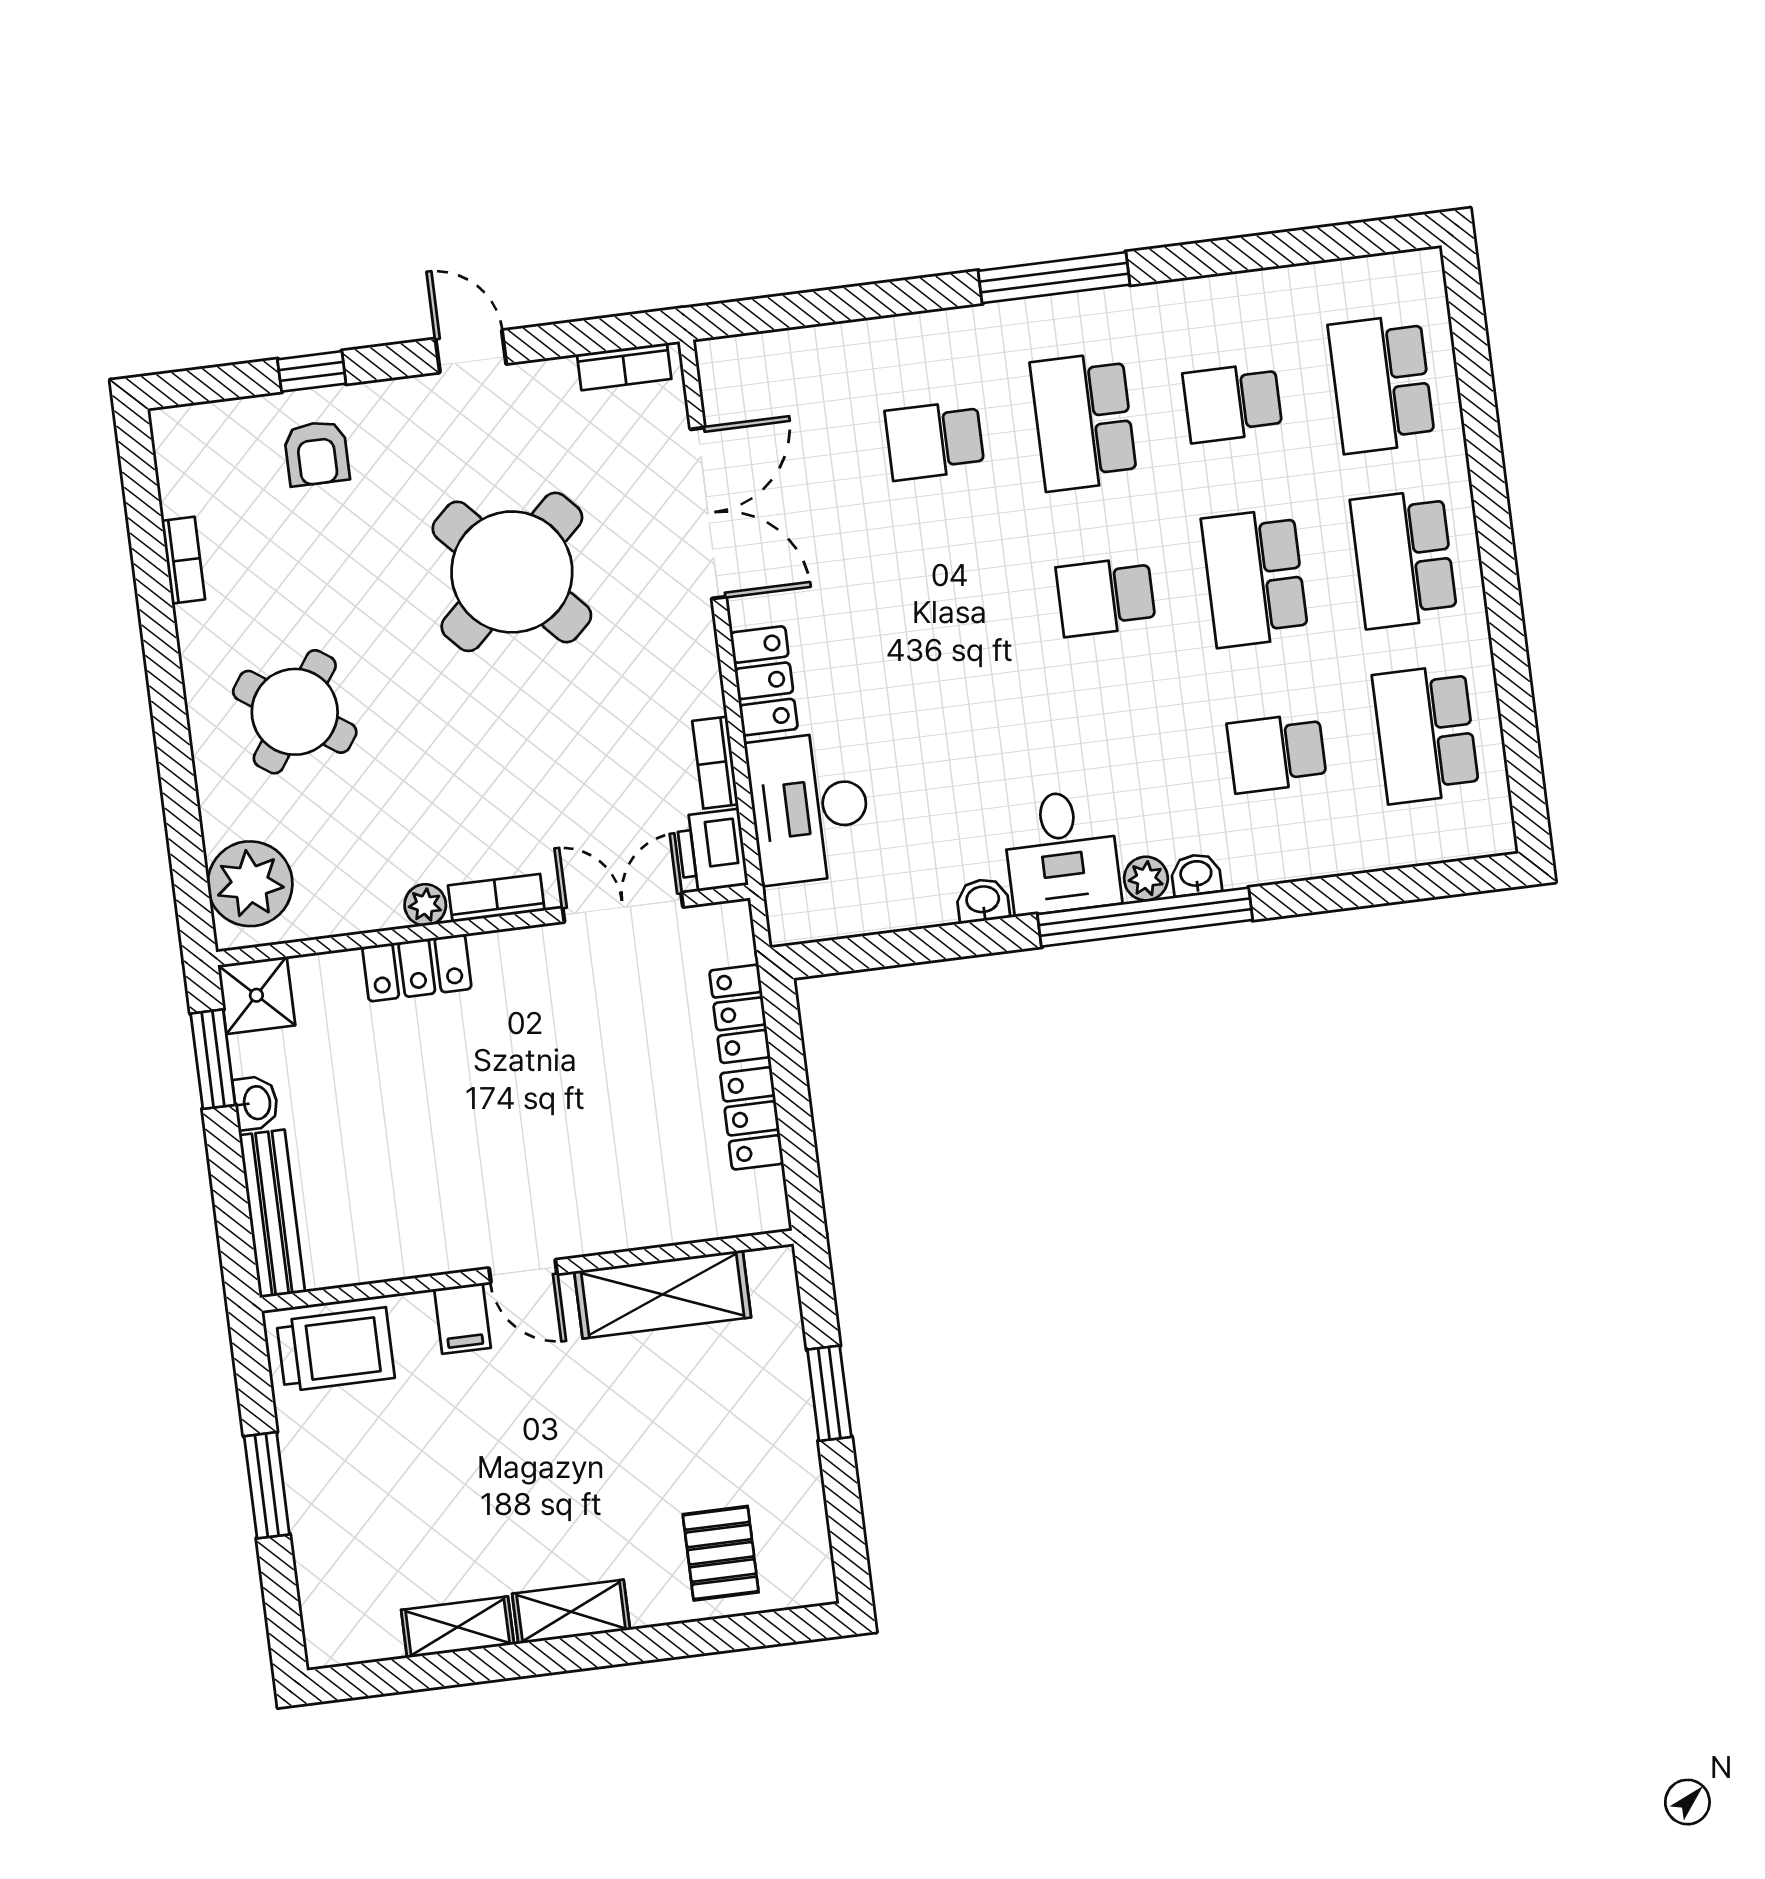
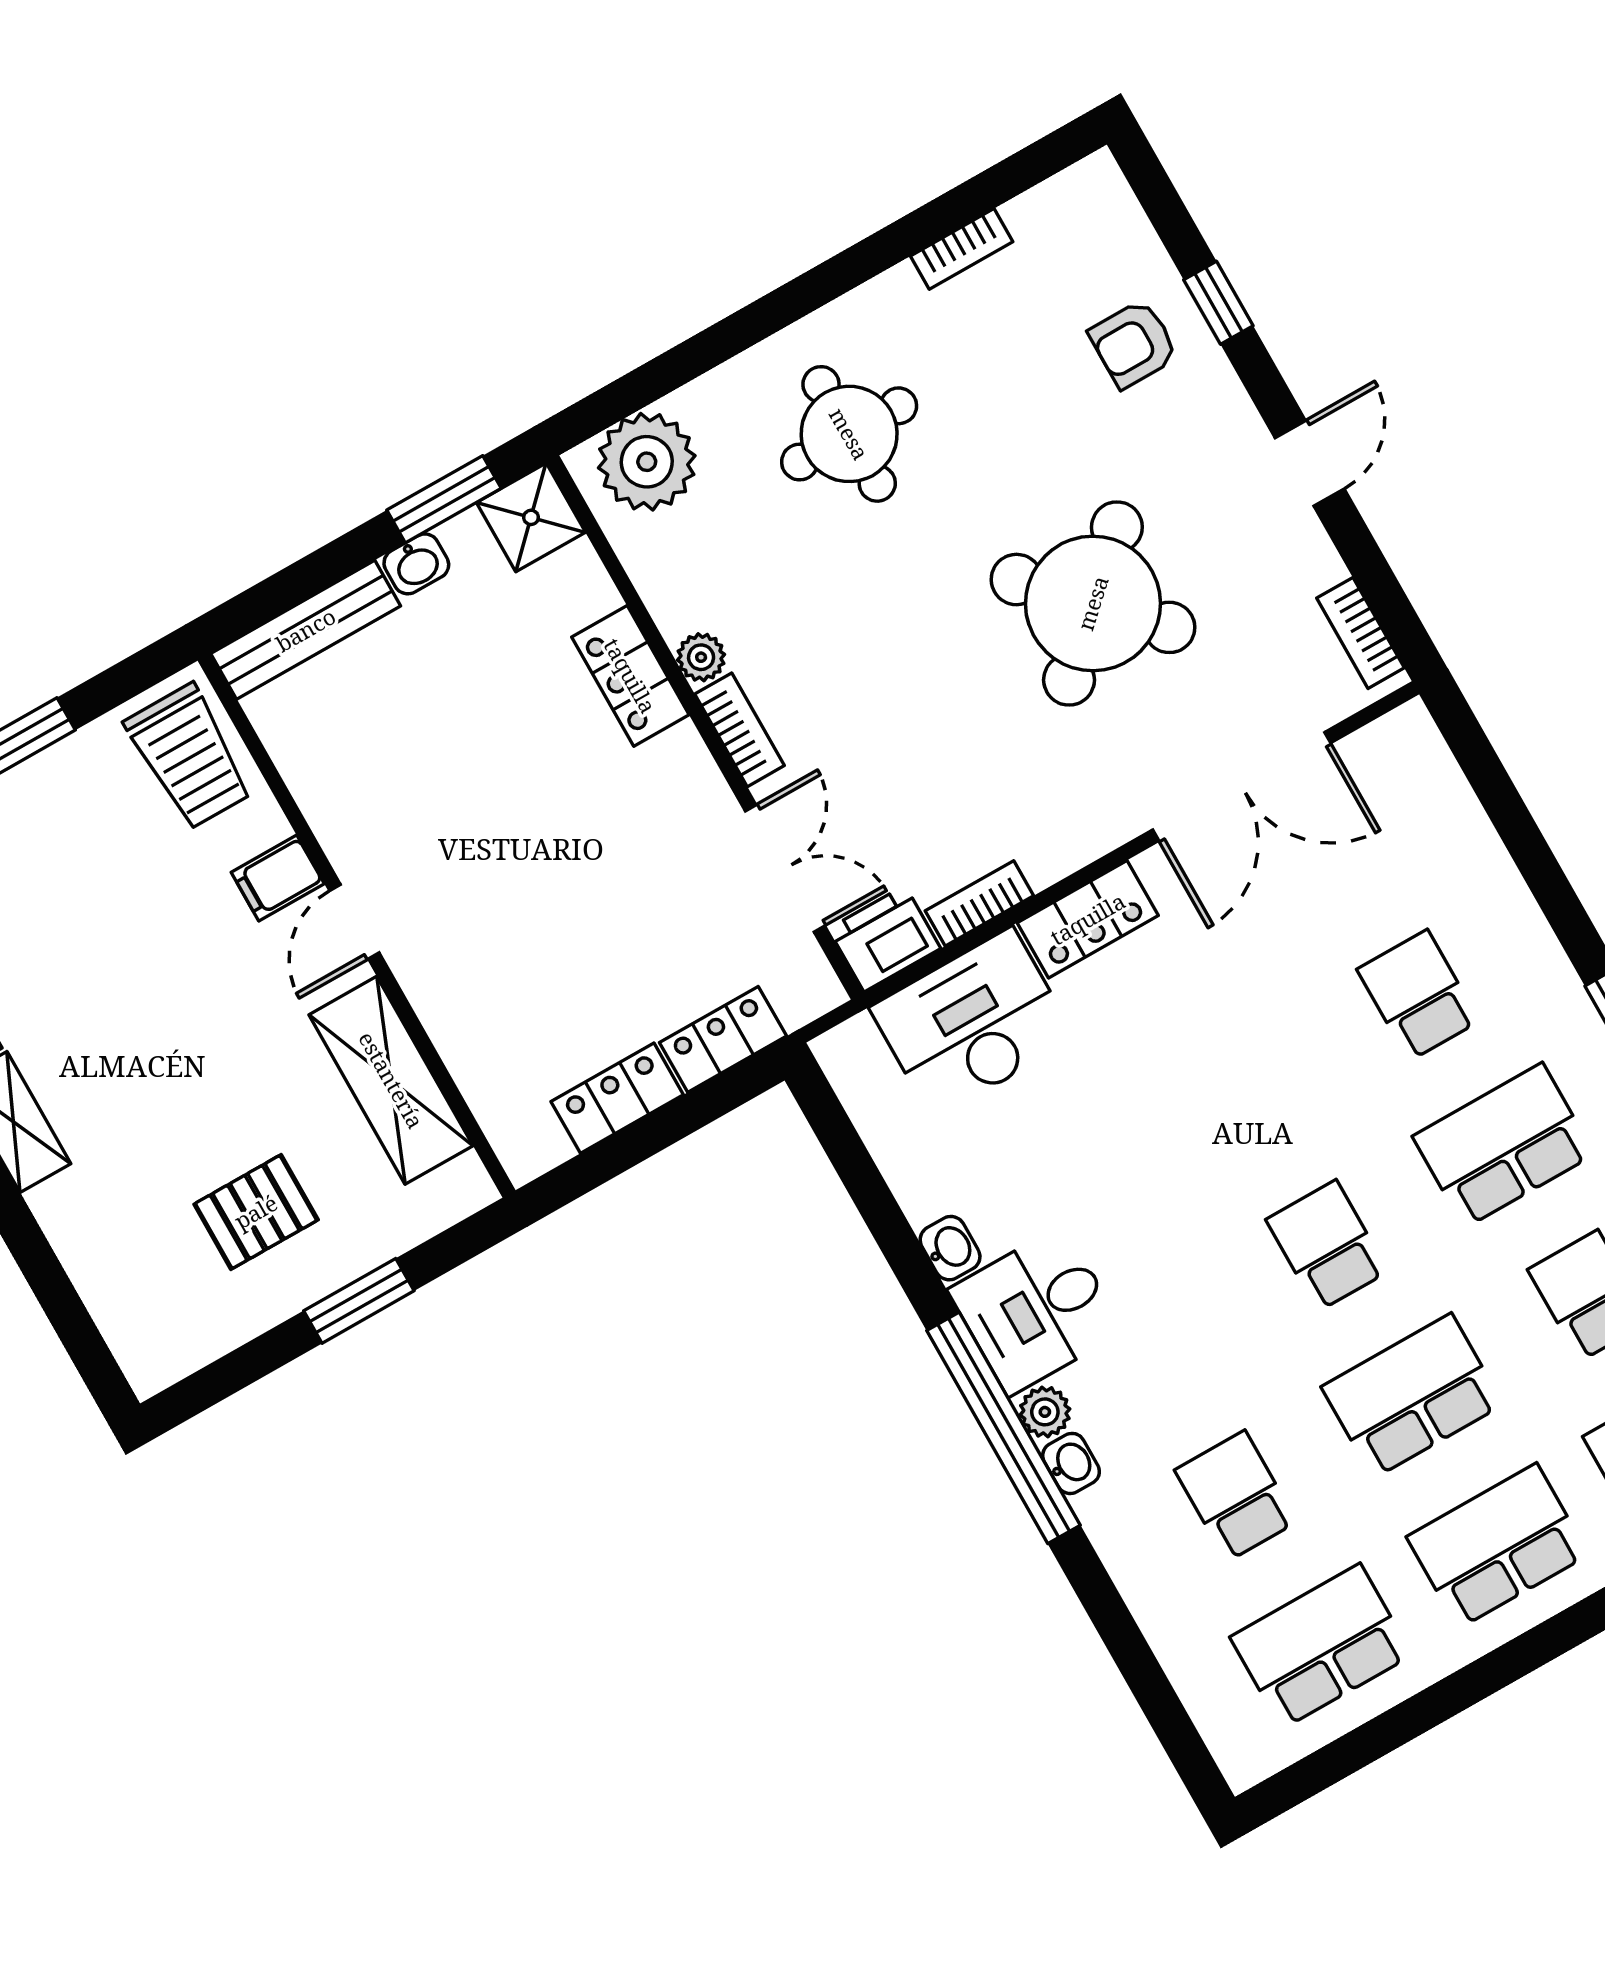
round table: (295, 712) -> (849, 434), turned -35
pallet: (721, 1553) -> (256, 1212), moved

